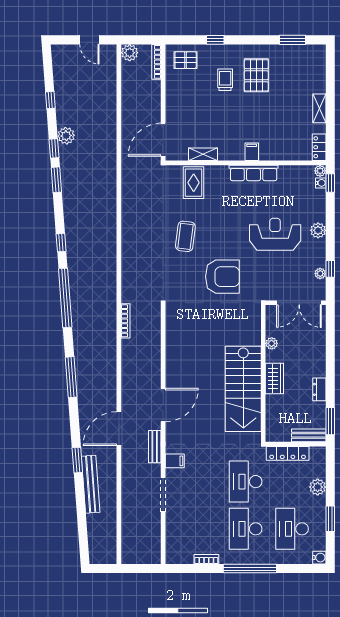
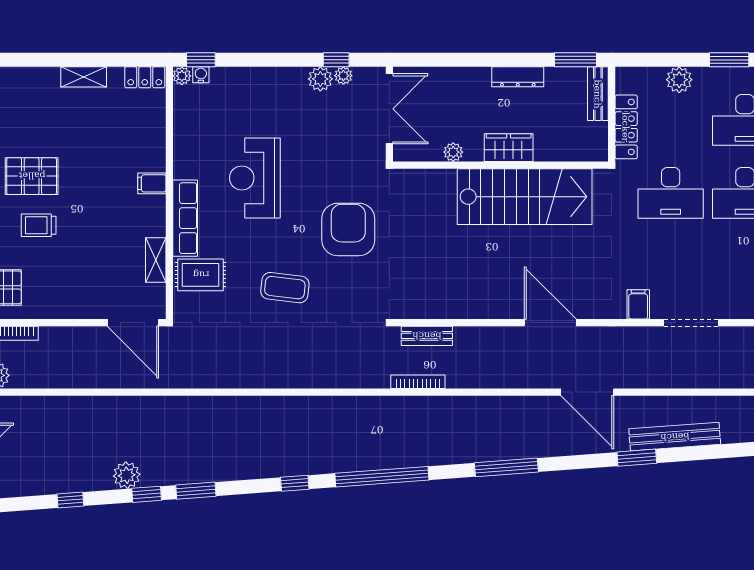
row of seats: (254, 173) -> (185, 218), moved
plant: (318, 230) -> (320, 79), moved
reception desk: (275, 234) -> (255, 178), moved
dresser: (319, 389) -> (518, 77), width x1.44
bench: (155, 447) -> (427, 336), moved

